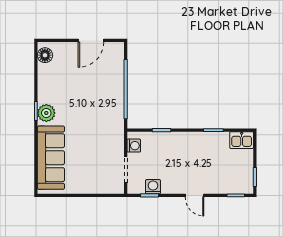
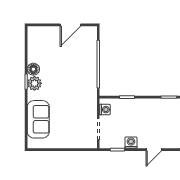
floor lamp: (45, 55) -> (33, 69), moved
sofa: (51, 158) -> (38, 119), width x0.73
washing machine: (153, 187) -> (131, 143), moved
door: (195, 195) -> (154, 150), hinge flipped

